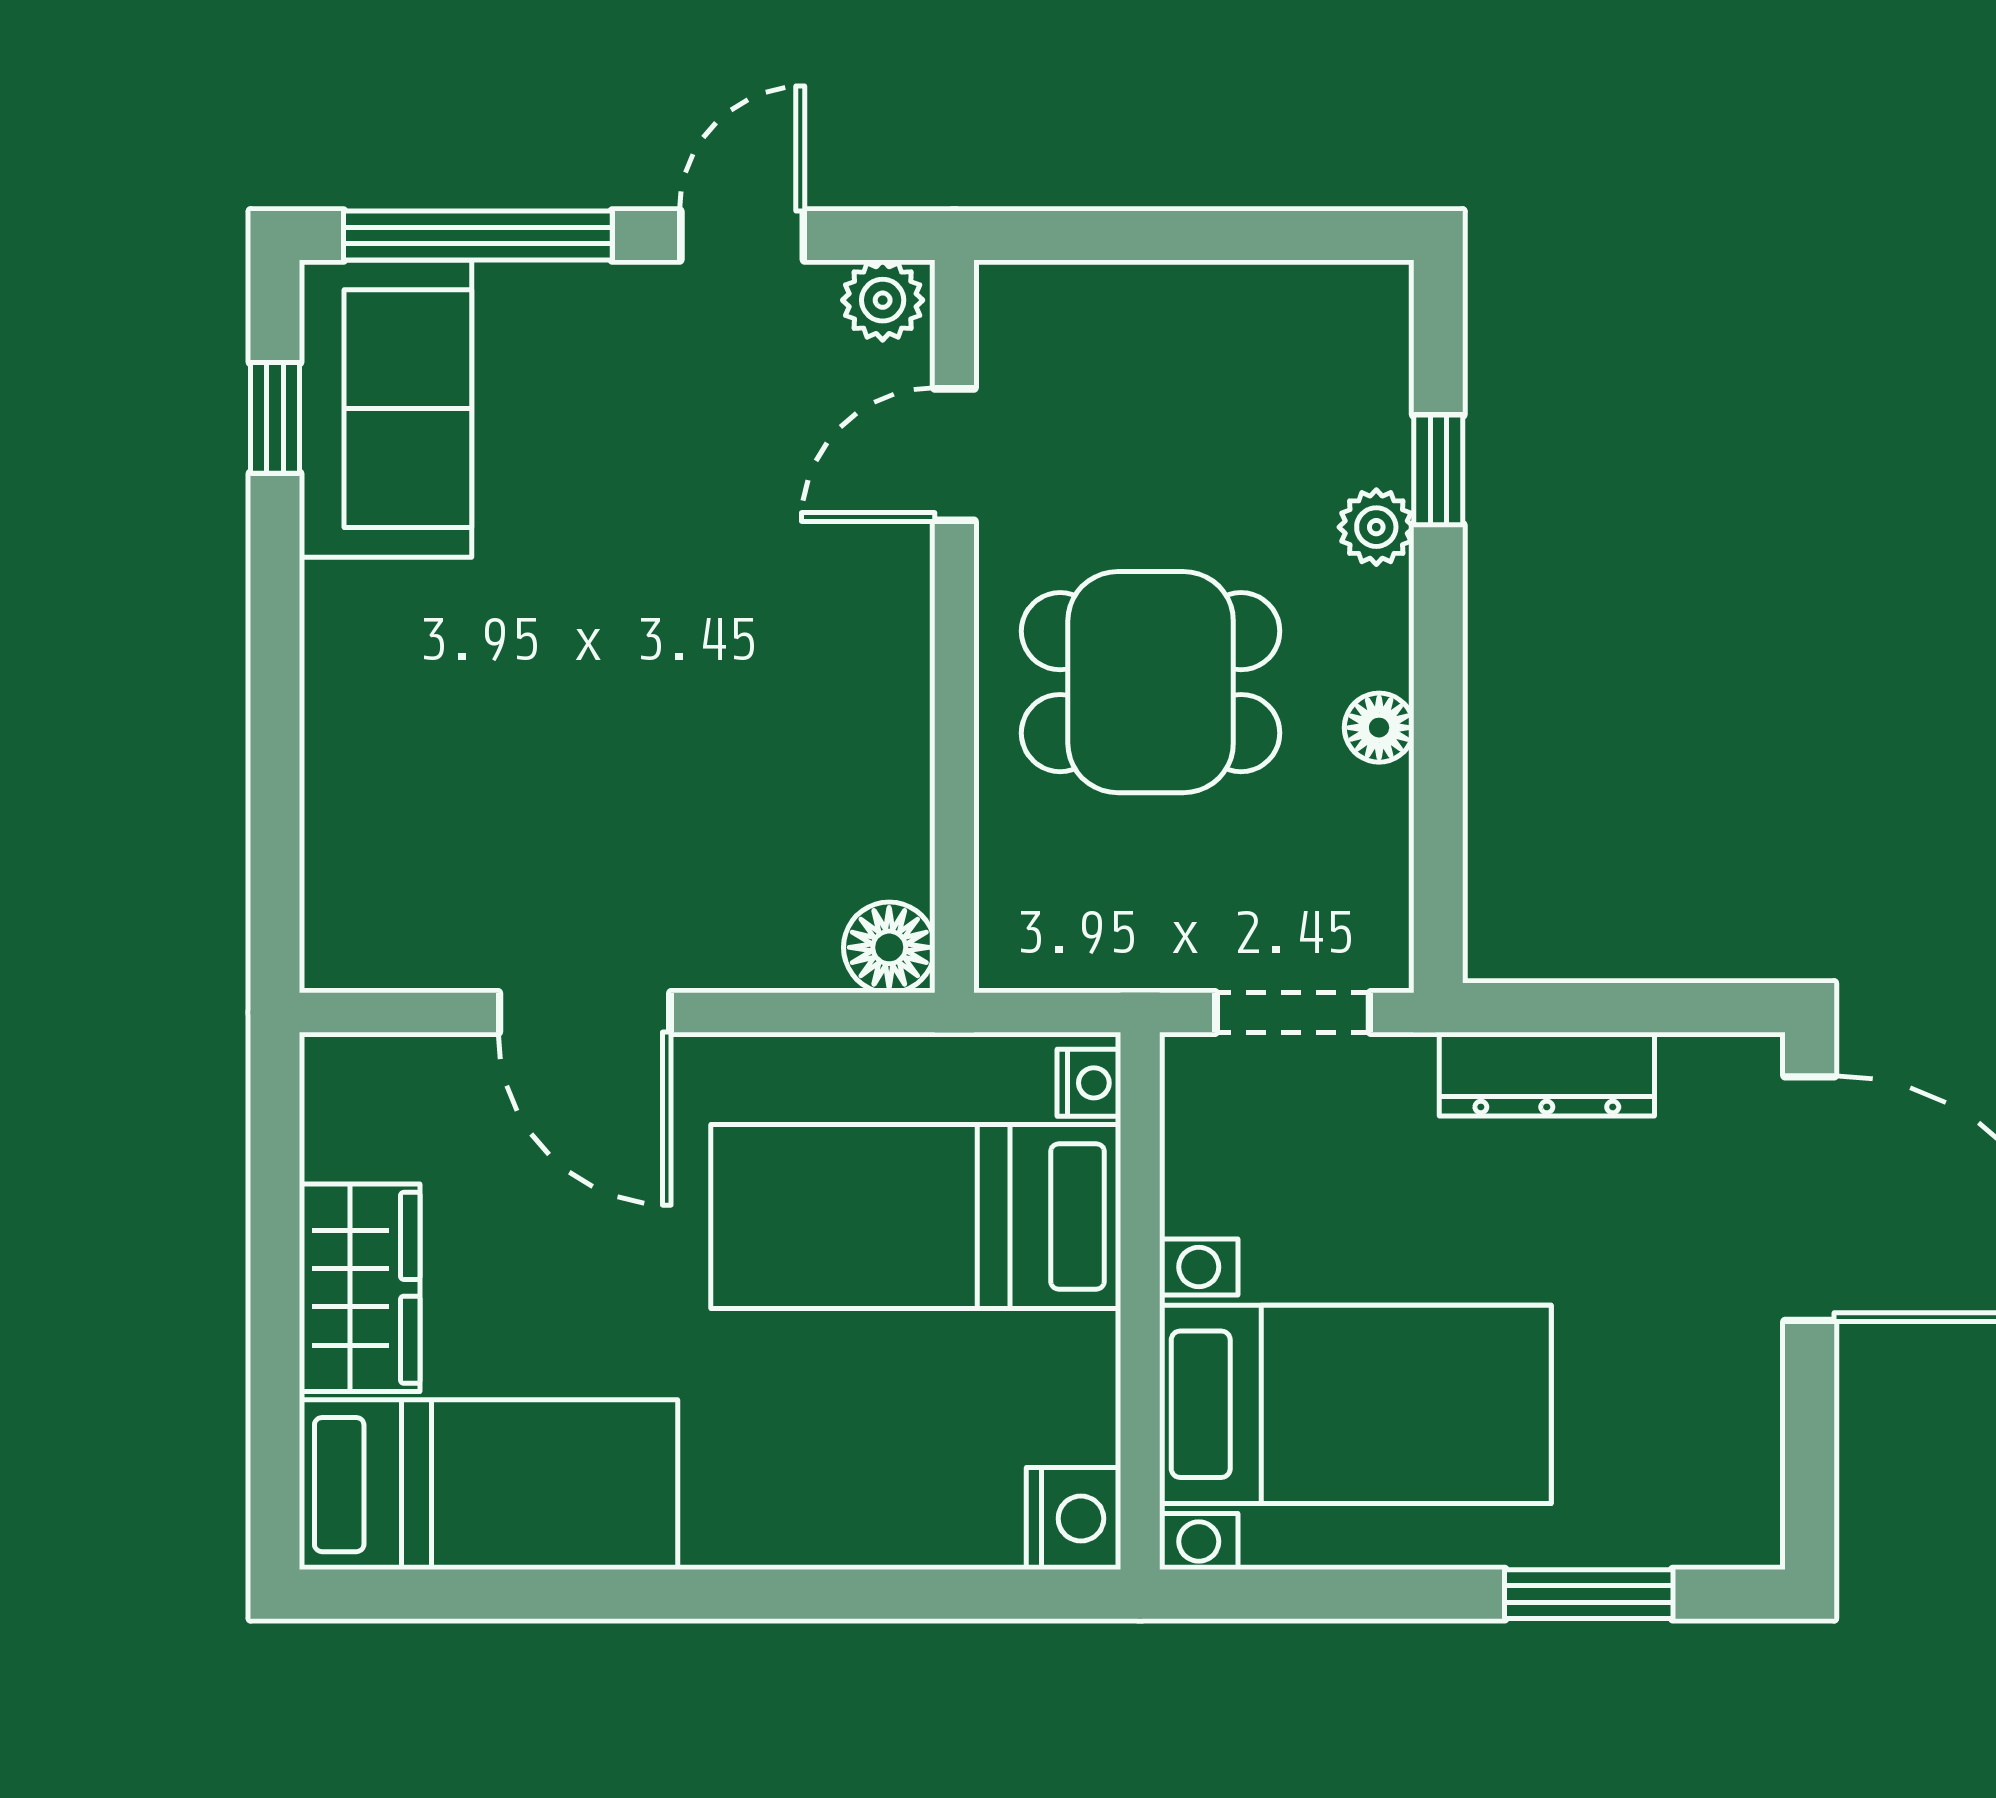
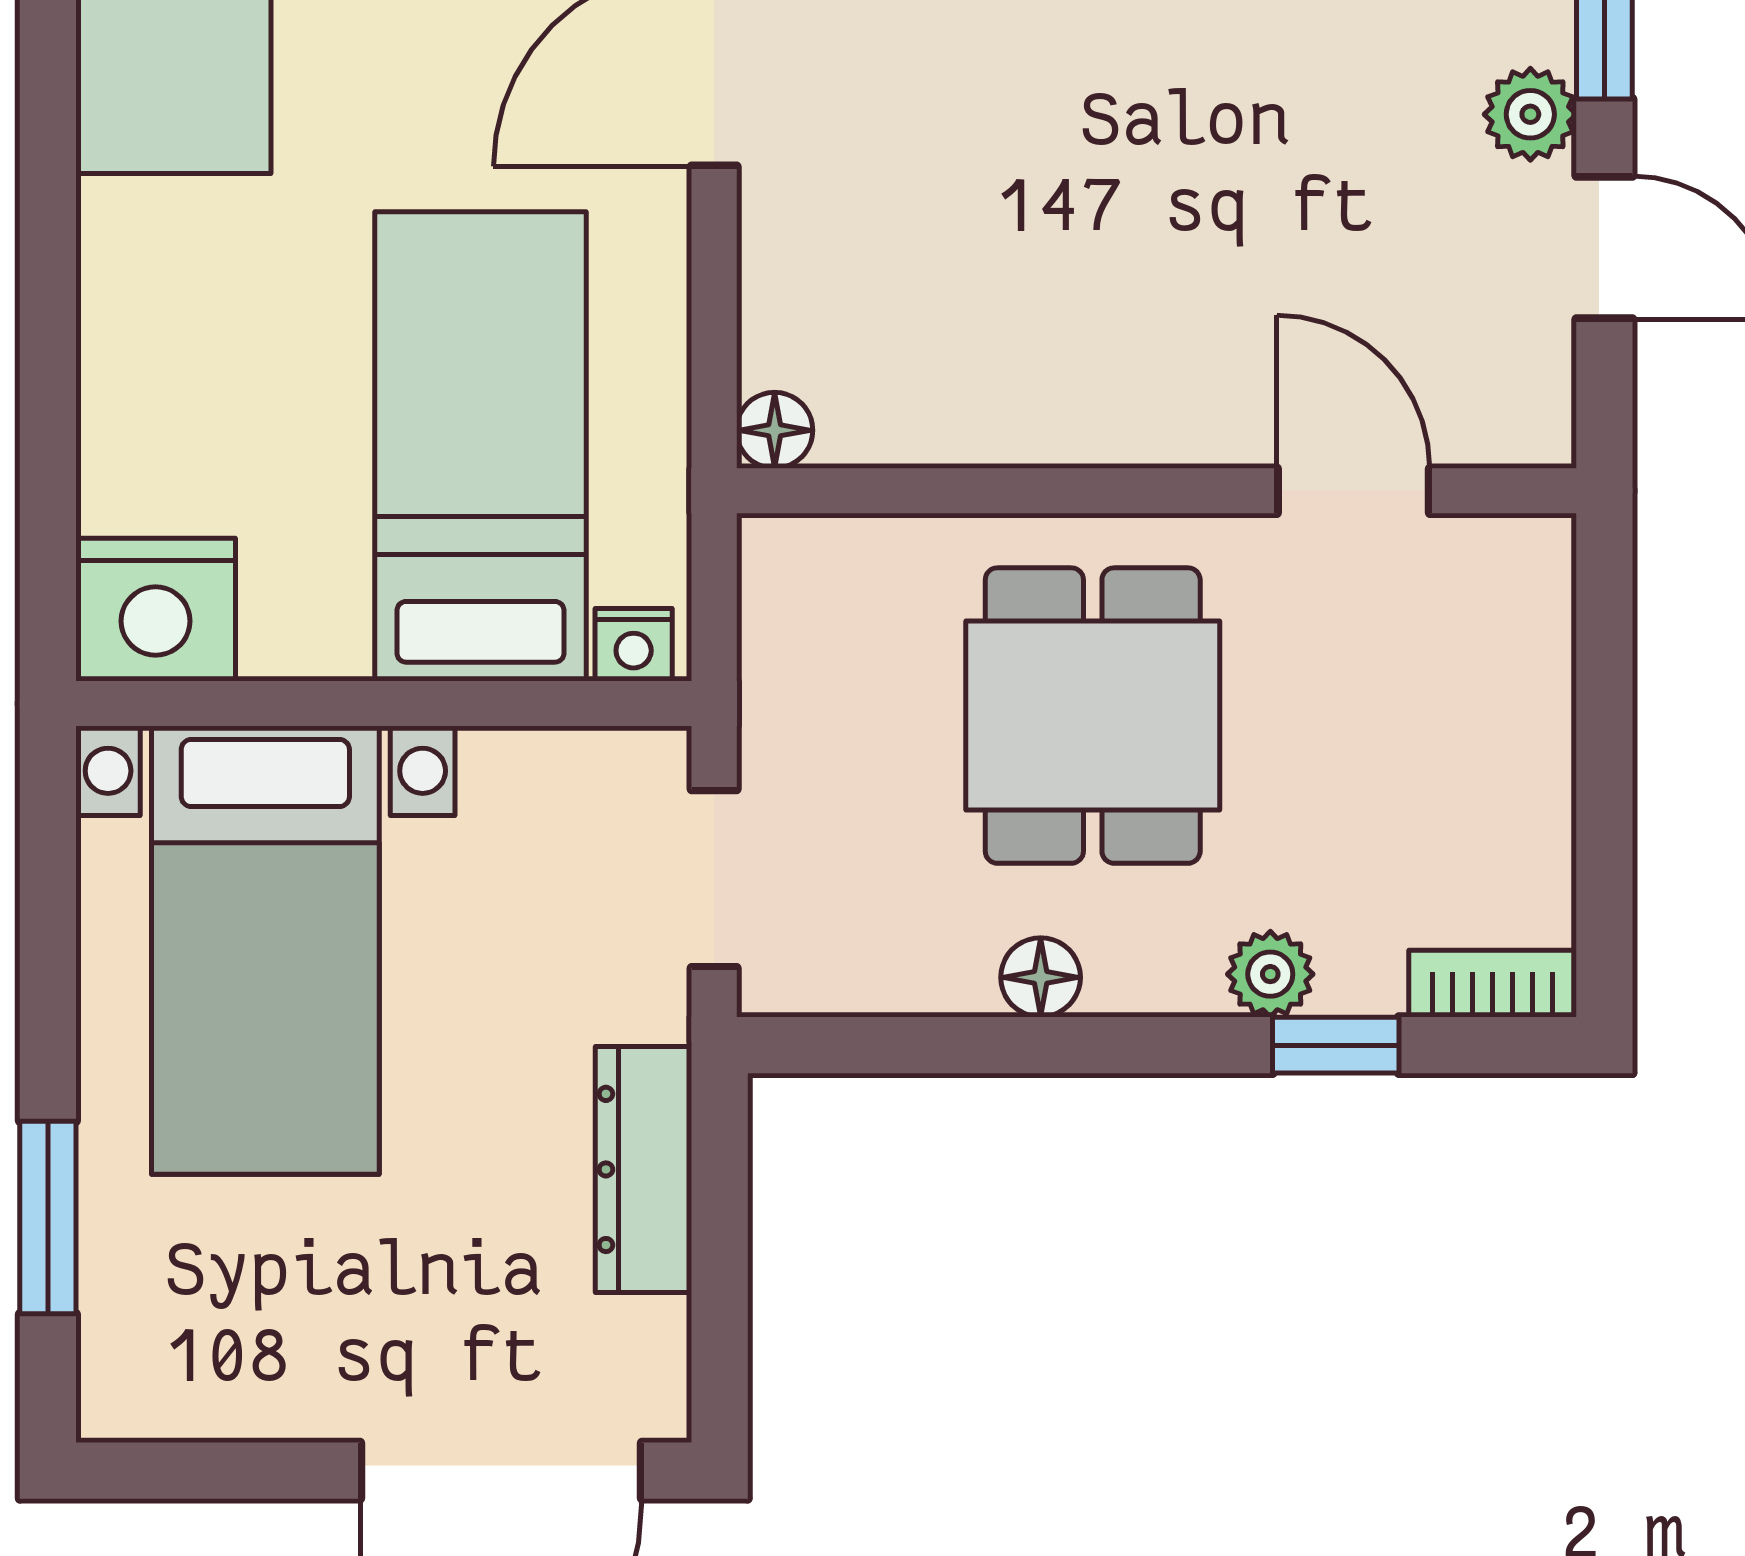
plant: (883, 300) -> (1530, 114), moved
bookcase: (1385, 333) -> (1493, 984), added
floor lamp: (889, 947) -> (775, 430), width x0.73, depth x0.73
nightstand: (1073, 1519) -> (156, 610), width x1.36, depth x1.33

